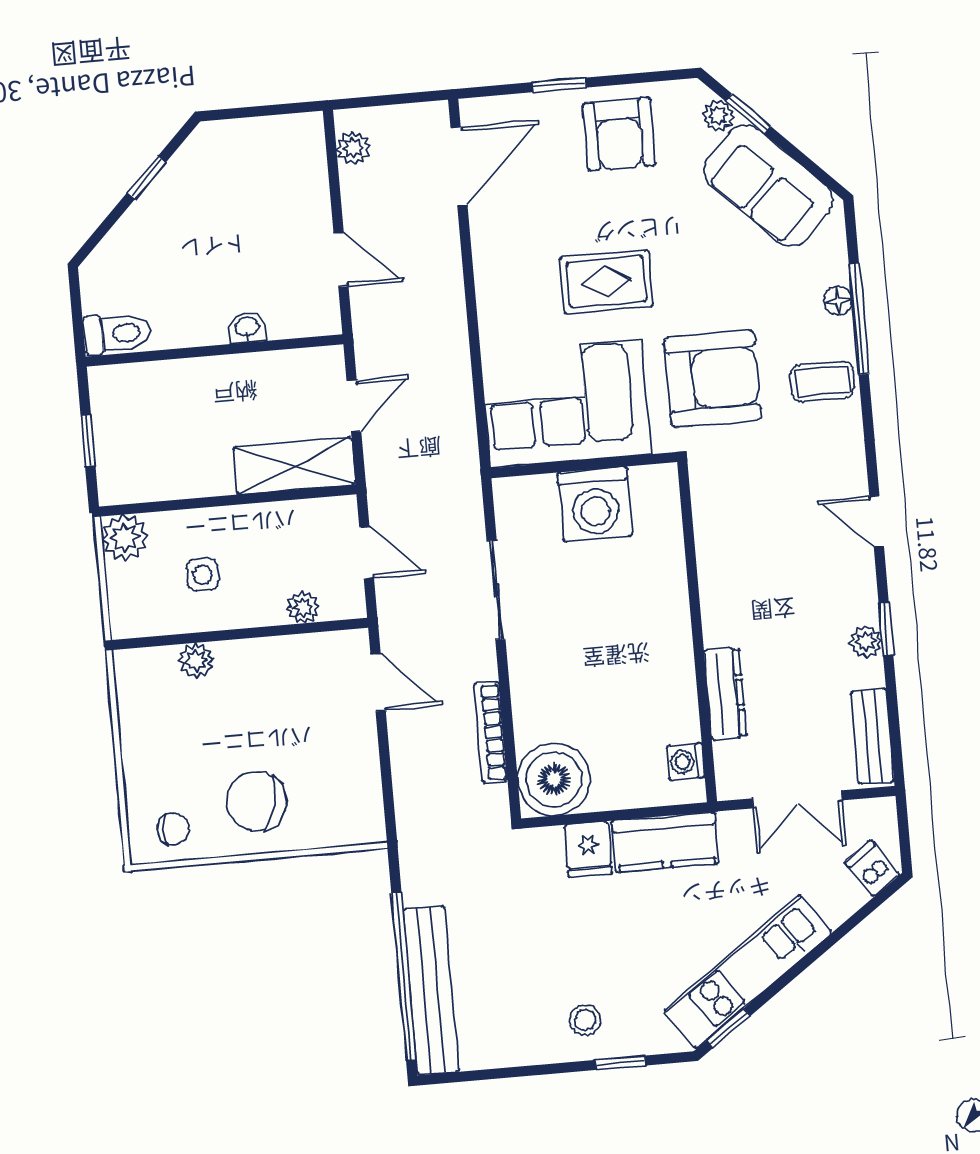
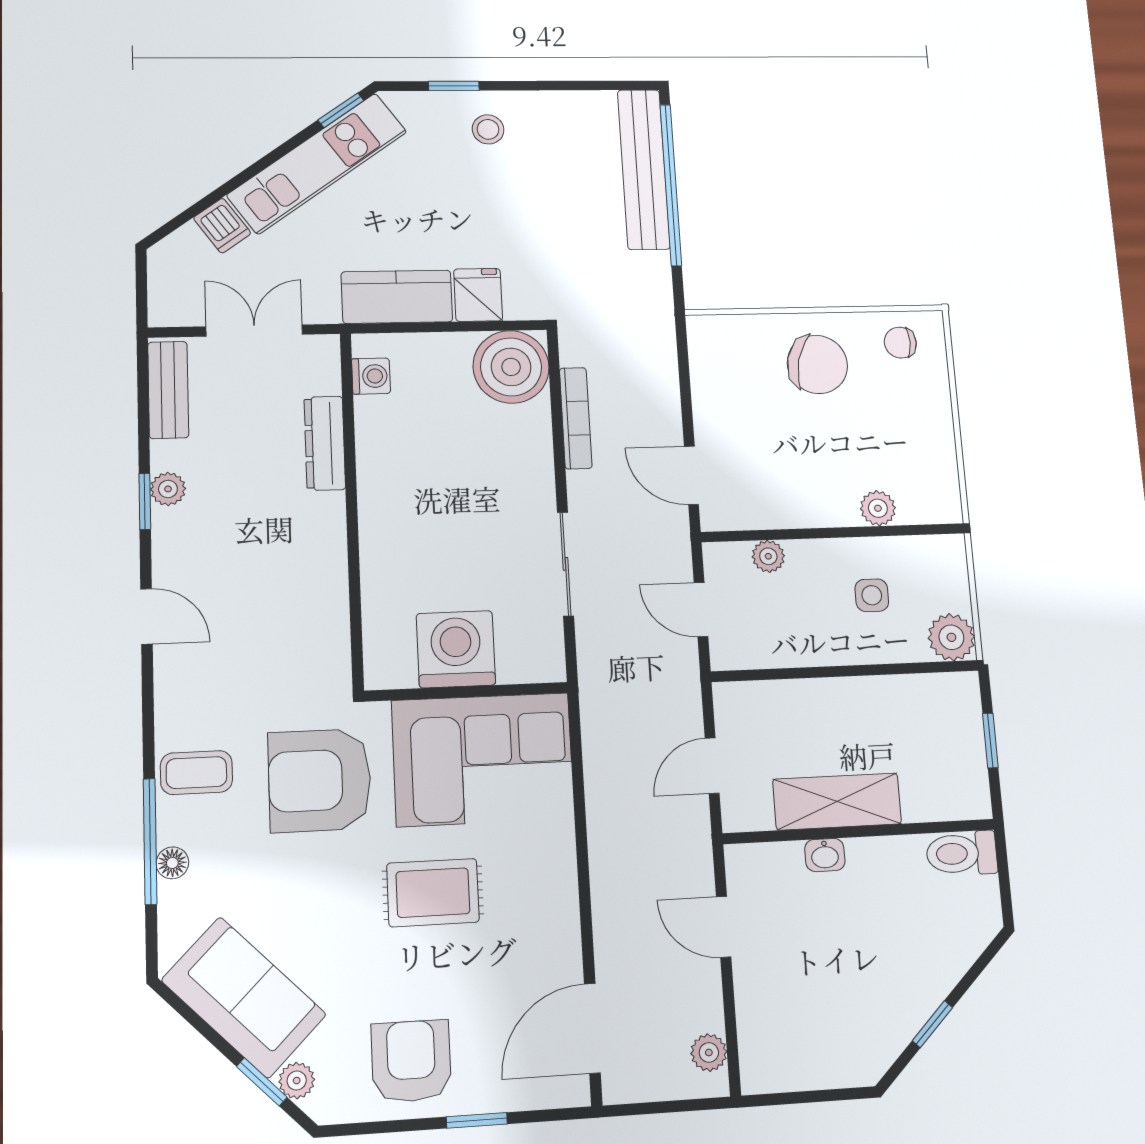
shelving: (294, 466) -> (837, 801), moved
dishwasher: (872, 869) -> (222, 226), moved

